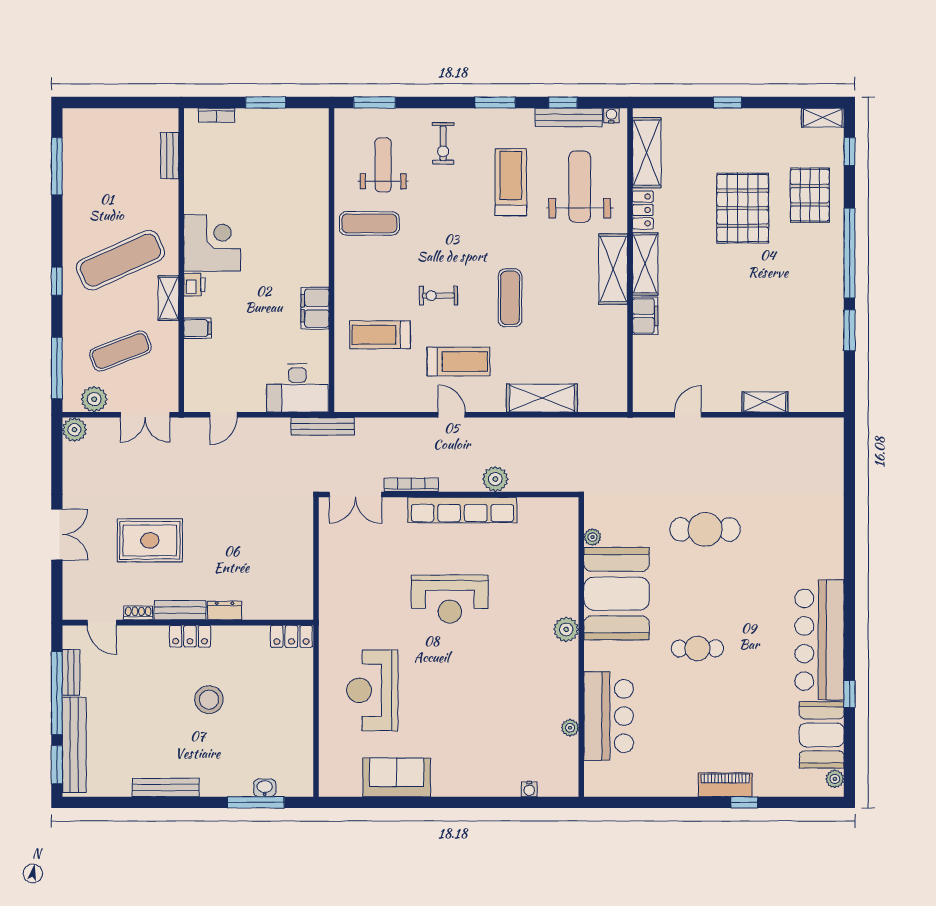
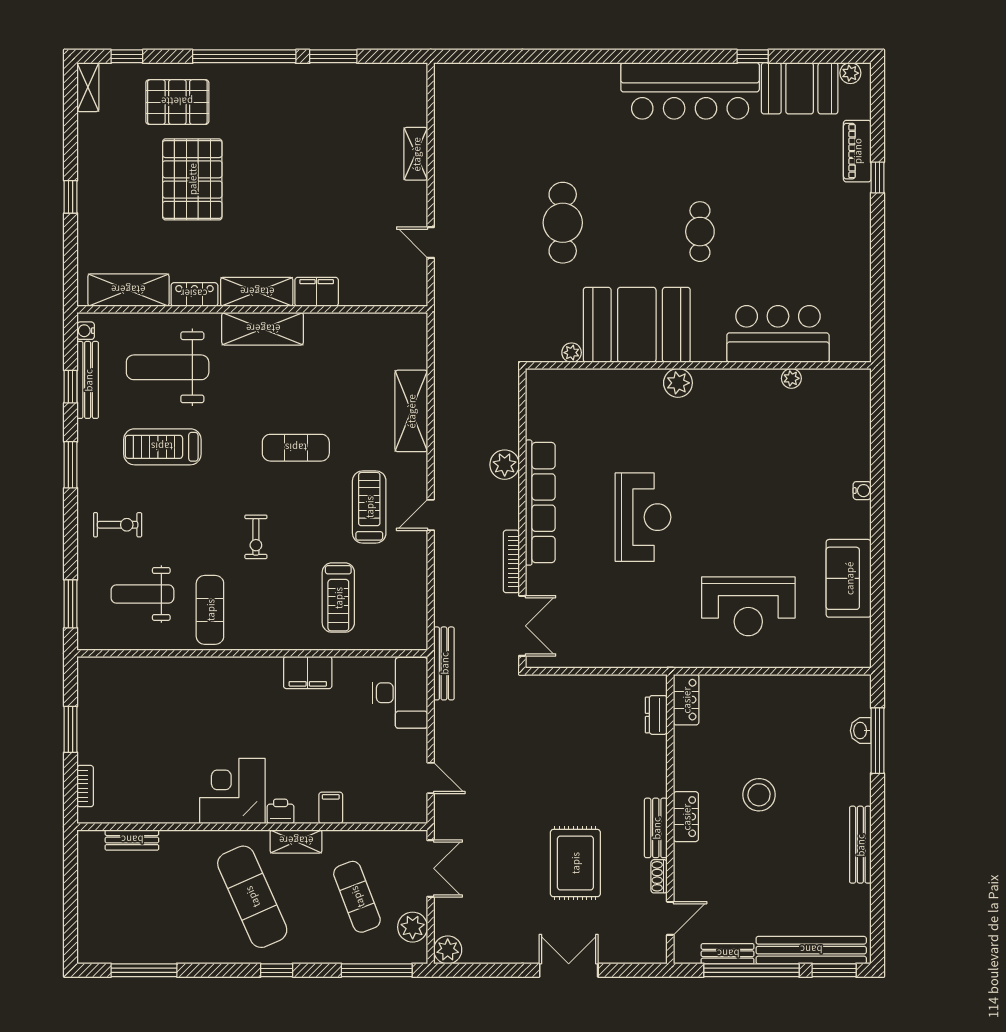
pallet: (743, 208) -> (192, 179), turned 90
exercise bike: (438, 296) -> (256, 537), moved
dresser: (225, 611) -> (656, 715), moved
piano: (725, 785) -> (857, 151), moved
water cooler: (529, 789) -> (862, 491), moved

